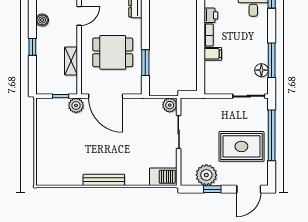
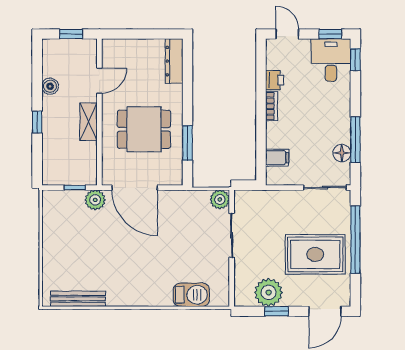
filing cabinet: (213, 54) -> (277, 158), moved
shelving: (71, 61) -> (89, 122), moved
barbecue: (163, 177) -> (191, 295), moved
bench: (104, 180) -> (78, 299), moved

